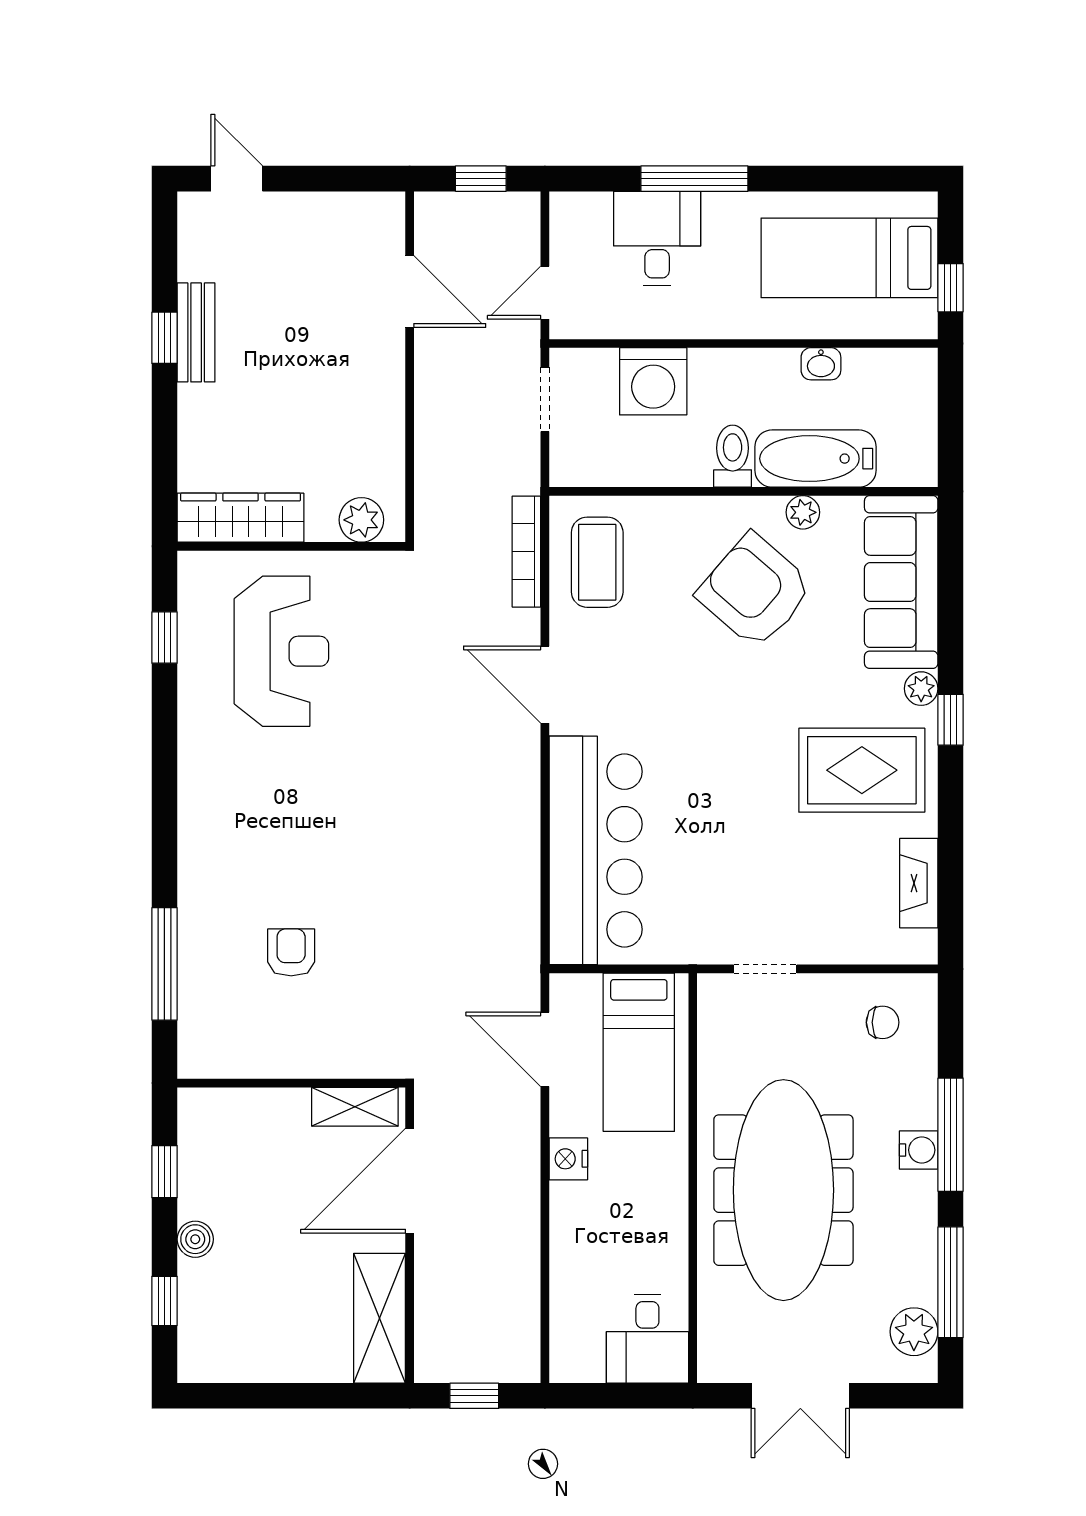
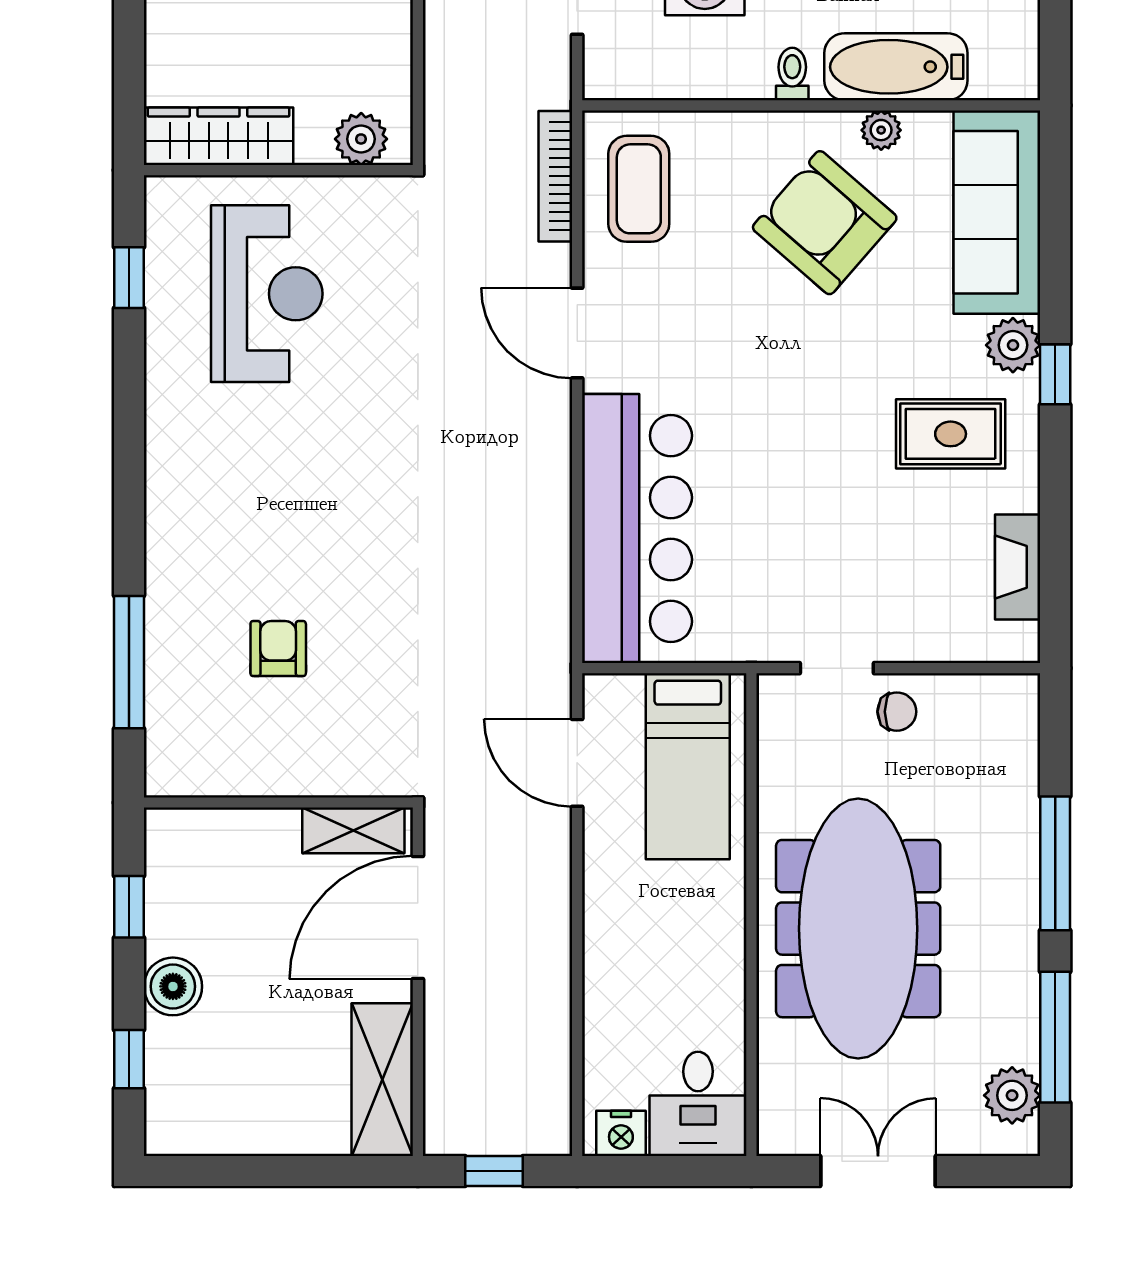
toilet: (733, 456) -> (792, 74), width x0.73, depth x0.72
plant: (921, 689) -> (1013, 345), width x1.38, depth x1.38
rug: (862, 770) -> (951, 434), width x0.73, depth x0.70
chair: (883, 1022) -> (897, 712), moved
water cooler: (919, 1150) -> (1018, 881), removed
nightstand: (568, 1159) -> (621, 1133), moved, turned -90
boiler: (195, 1239) -> (173, 986), width x1.36, depth x1.36
double door: (800, 1396) -> (878, 1171), swing flipped

